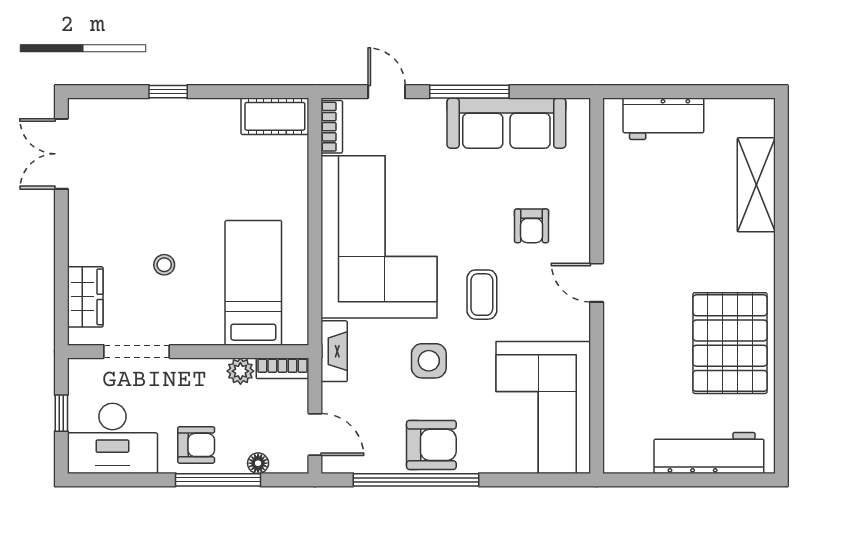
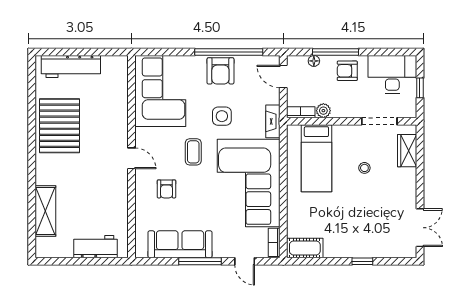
armchair: (532, 226) -> (166, 189), turned 180
armchair: (431, 445) -> (220, 71), turned -90

